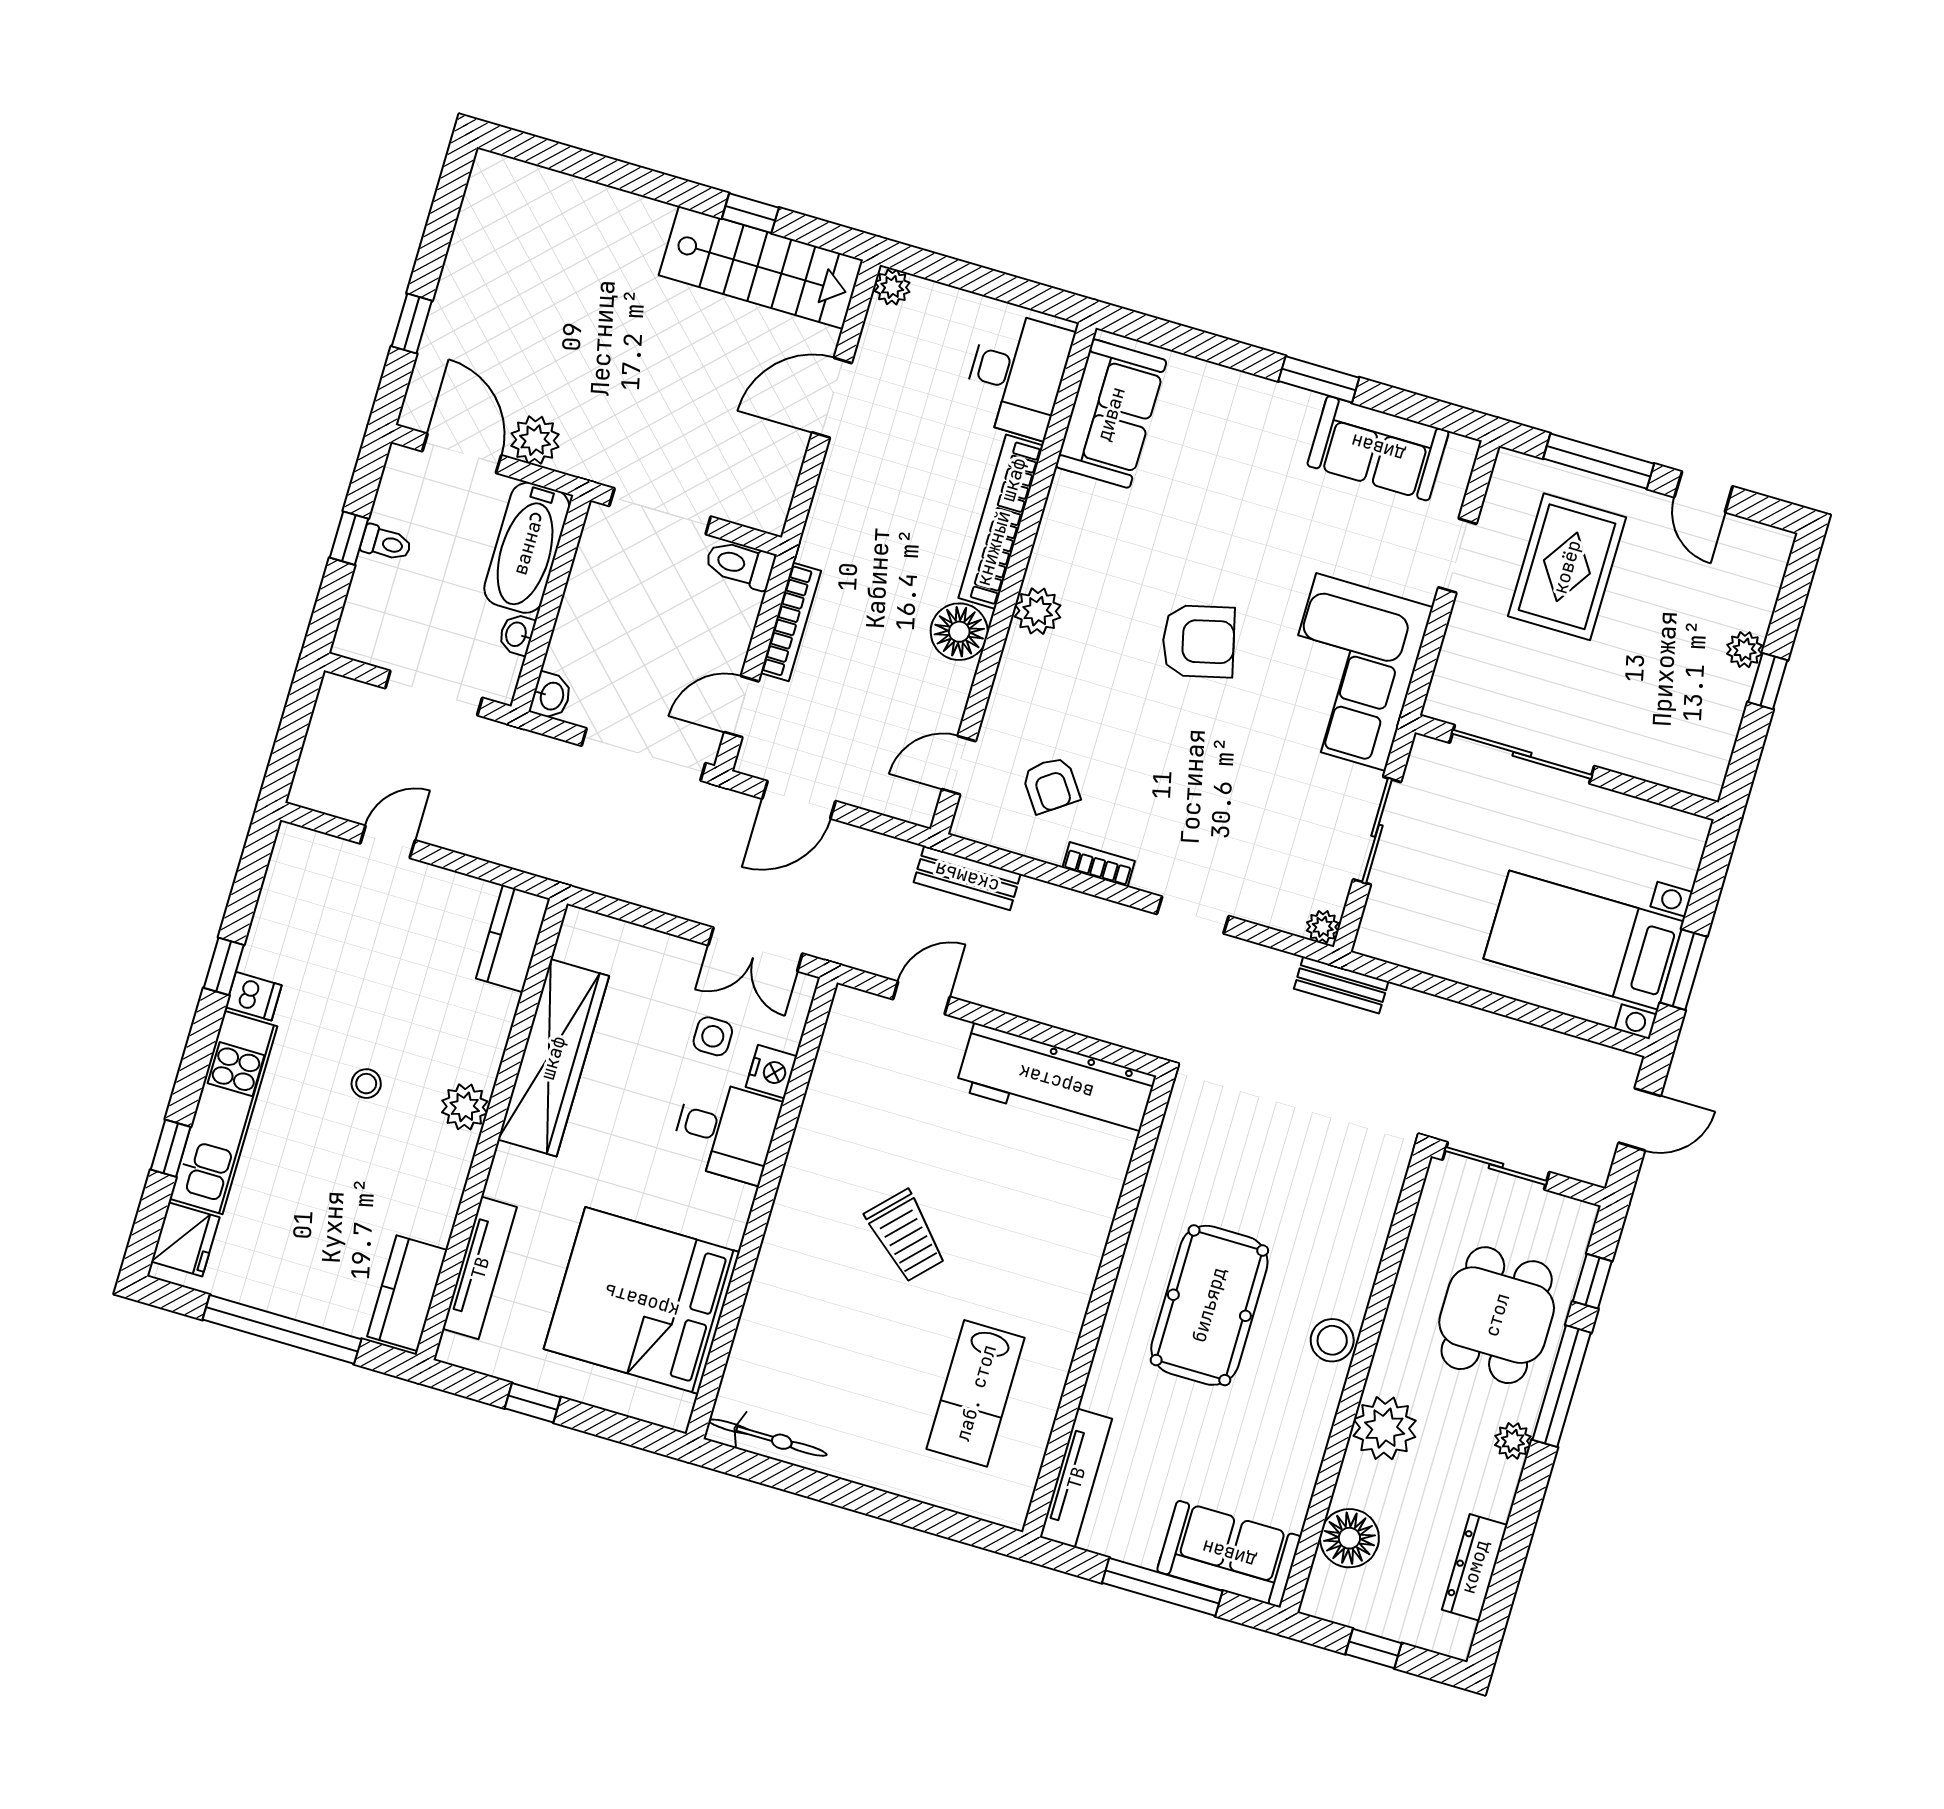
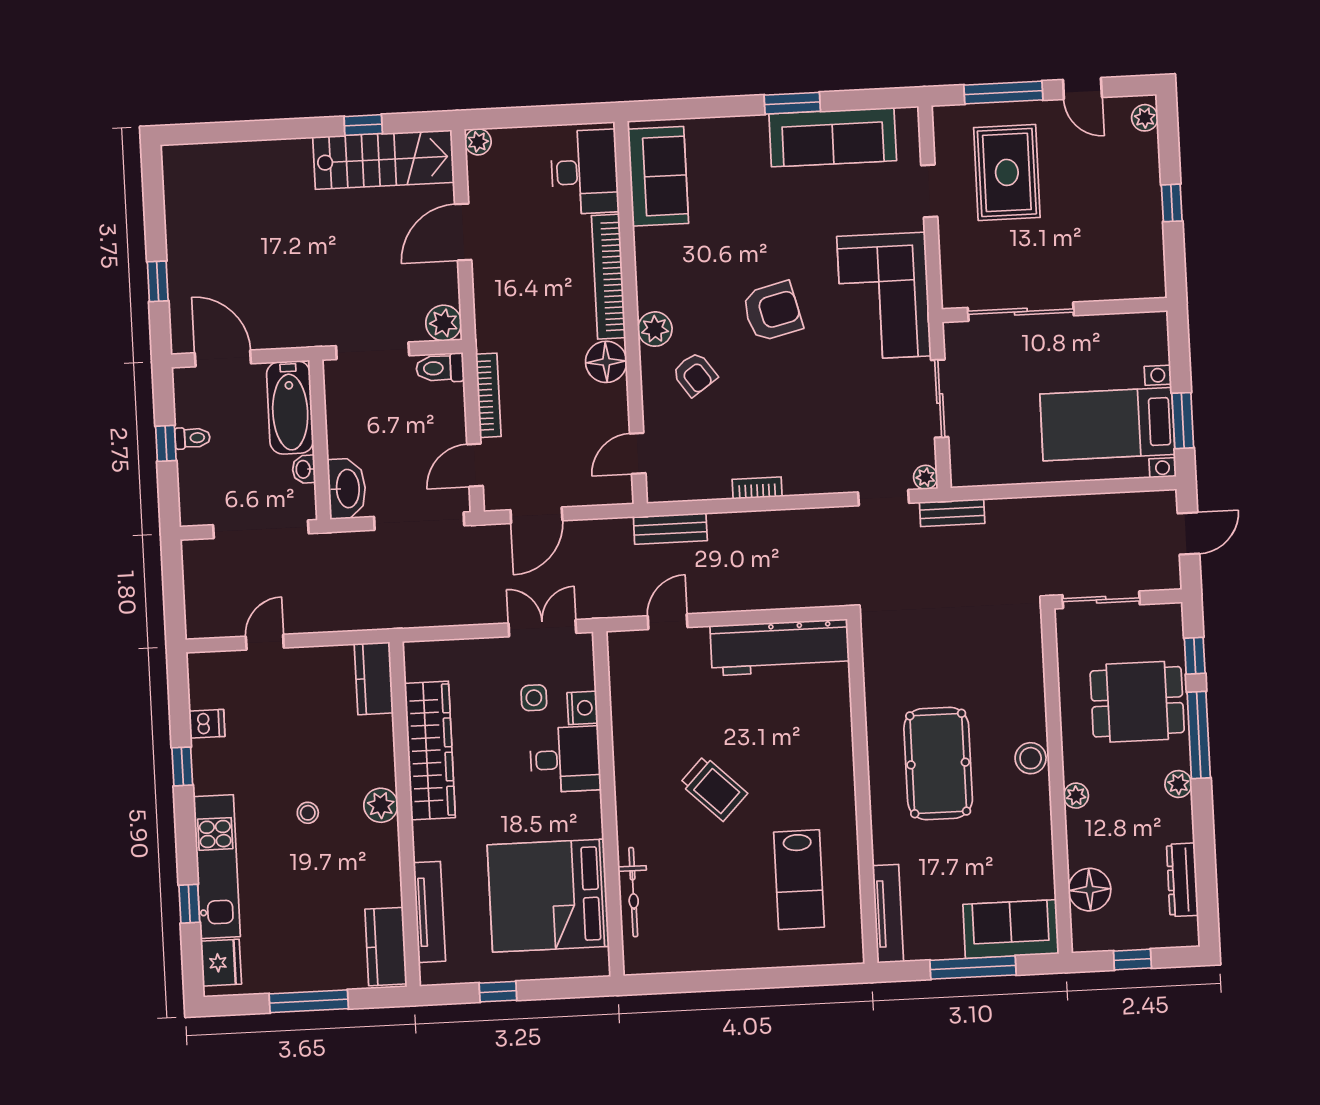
plant: (535, 440) -> (444, 323), moved
sofa: (1378, 448) -> (833, 137), width x1.36
plant: (1745, 650) -> (1145, 118), moved
doorway: (434, 693) -> (261, 529), width x1.36
washbasin: (551, 696) -> (347, 489), width x1.91, depth x1.45
armchair: (1051, 785) -> (695, 374), moved
doorway: (1193, 915) -> (884, 498), moved
double door: (755, 949) -> (542, 628), swing flipped
dishwasher: (254, 996) -> (207, 724), moved
dining table: (1497, 1315) -> (1137, 702), turned 90
window: (282, 1329) -> (309, 1001), width x0.68
plant: (1385, 1428) -> (1076, 796), width x0.53, depth x0.53
bicycle: (768, 1438) -> (633, 892), moved, turned 90

